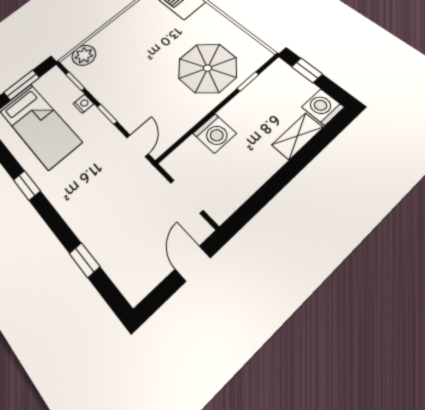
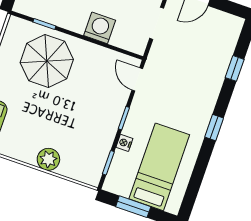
plant: (84, 55) -> (48, 159), moved
door: (137, 146) -> (137, 79), hinge flipped
window: (27, 185) -> (214, 128), moved

